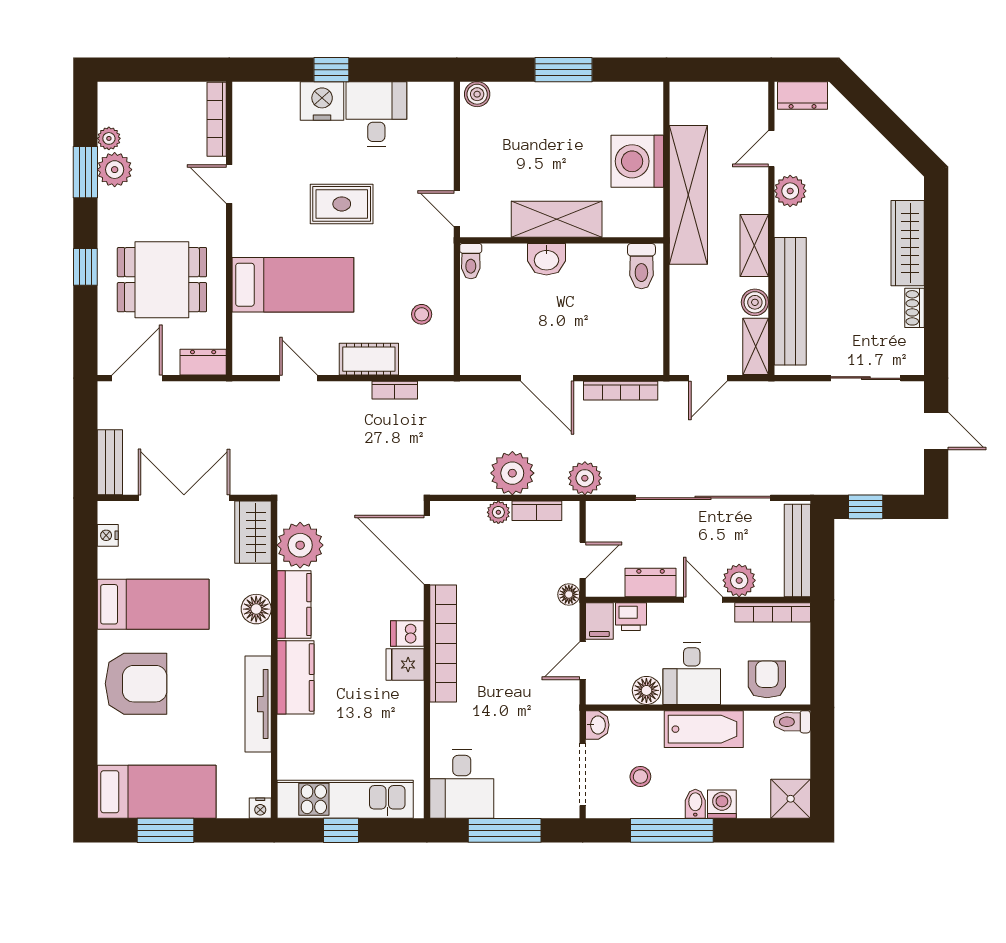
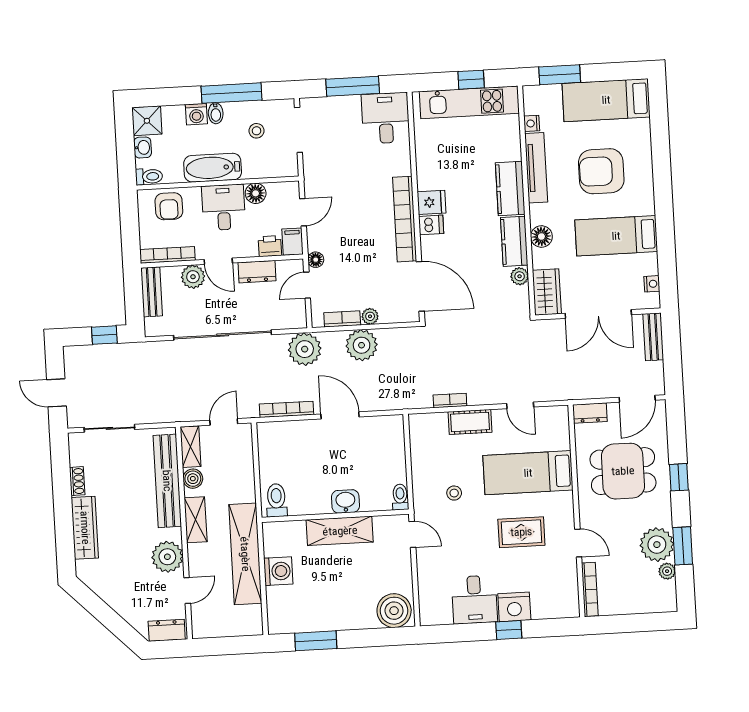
window: (564, 70) -> (316, 641), moved
boiler: (477, 94) -> (394, 611), width x1.86, depth x1.86
washing machine: (637, 161) -> (278, 571), width x0.73, depth x0.73
plant: (115, 170) -> (657, 545), width x1.36, depth x1.36
plant: (790, 191) -> (167, 557), width x1.36, depth x1.36
rug: (342, 204) -> (521, 532), moved
stool: (422, 314) -> (454, 493), moved
plant: (585, 478) -> (305, 349), width x1.36, depth x1.36
plant: (300, 545) -> (520, 276), width x0.53, depth x0.53
bench: (797, 550) -> (152, 292), width x0.73
armchair: (136, 684) -> (601, 171), moved
washbasin: (597, 725) -> (143, 147), moved, turned 180
nightstand: (260, 808) -> (532, 123), moved, turned -90
window: (166, 830) -> (560, 75), moved

